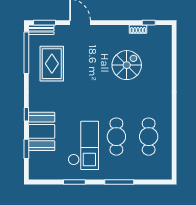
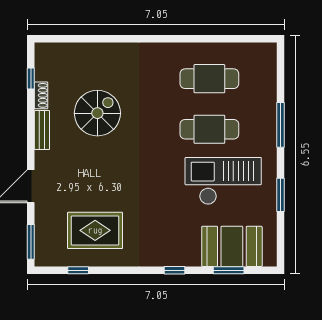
bench: (41, 30) -> (42, 130), moved
window: (26, 53) -> (78, 270), width x0.32
spiral stairs: (127, 65) -> (97, 113), turned 90
booth: (42, 131) -> (232, 246), moved

